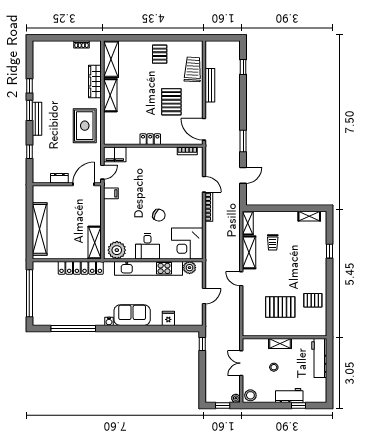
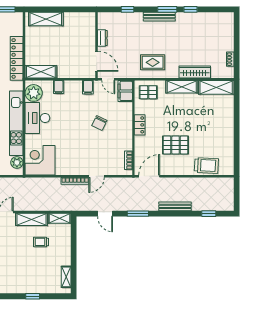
pallet: (160, 54) -> (148, 92), moved
bench: (210, 85) -> (175, 206), moved
rug: (85, 126) -> (153, 62), width x0.73, depth x0.70
chair: (159, 215) -> (99, 123), moved
filing cabinet: (111, 224) -> (59, 87), added
shelving: (40, 229) -> (46, 19), width x0.68
desk: (147, 246) -> (37, 118), width x1.37

